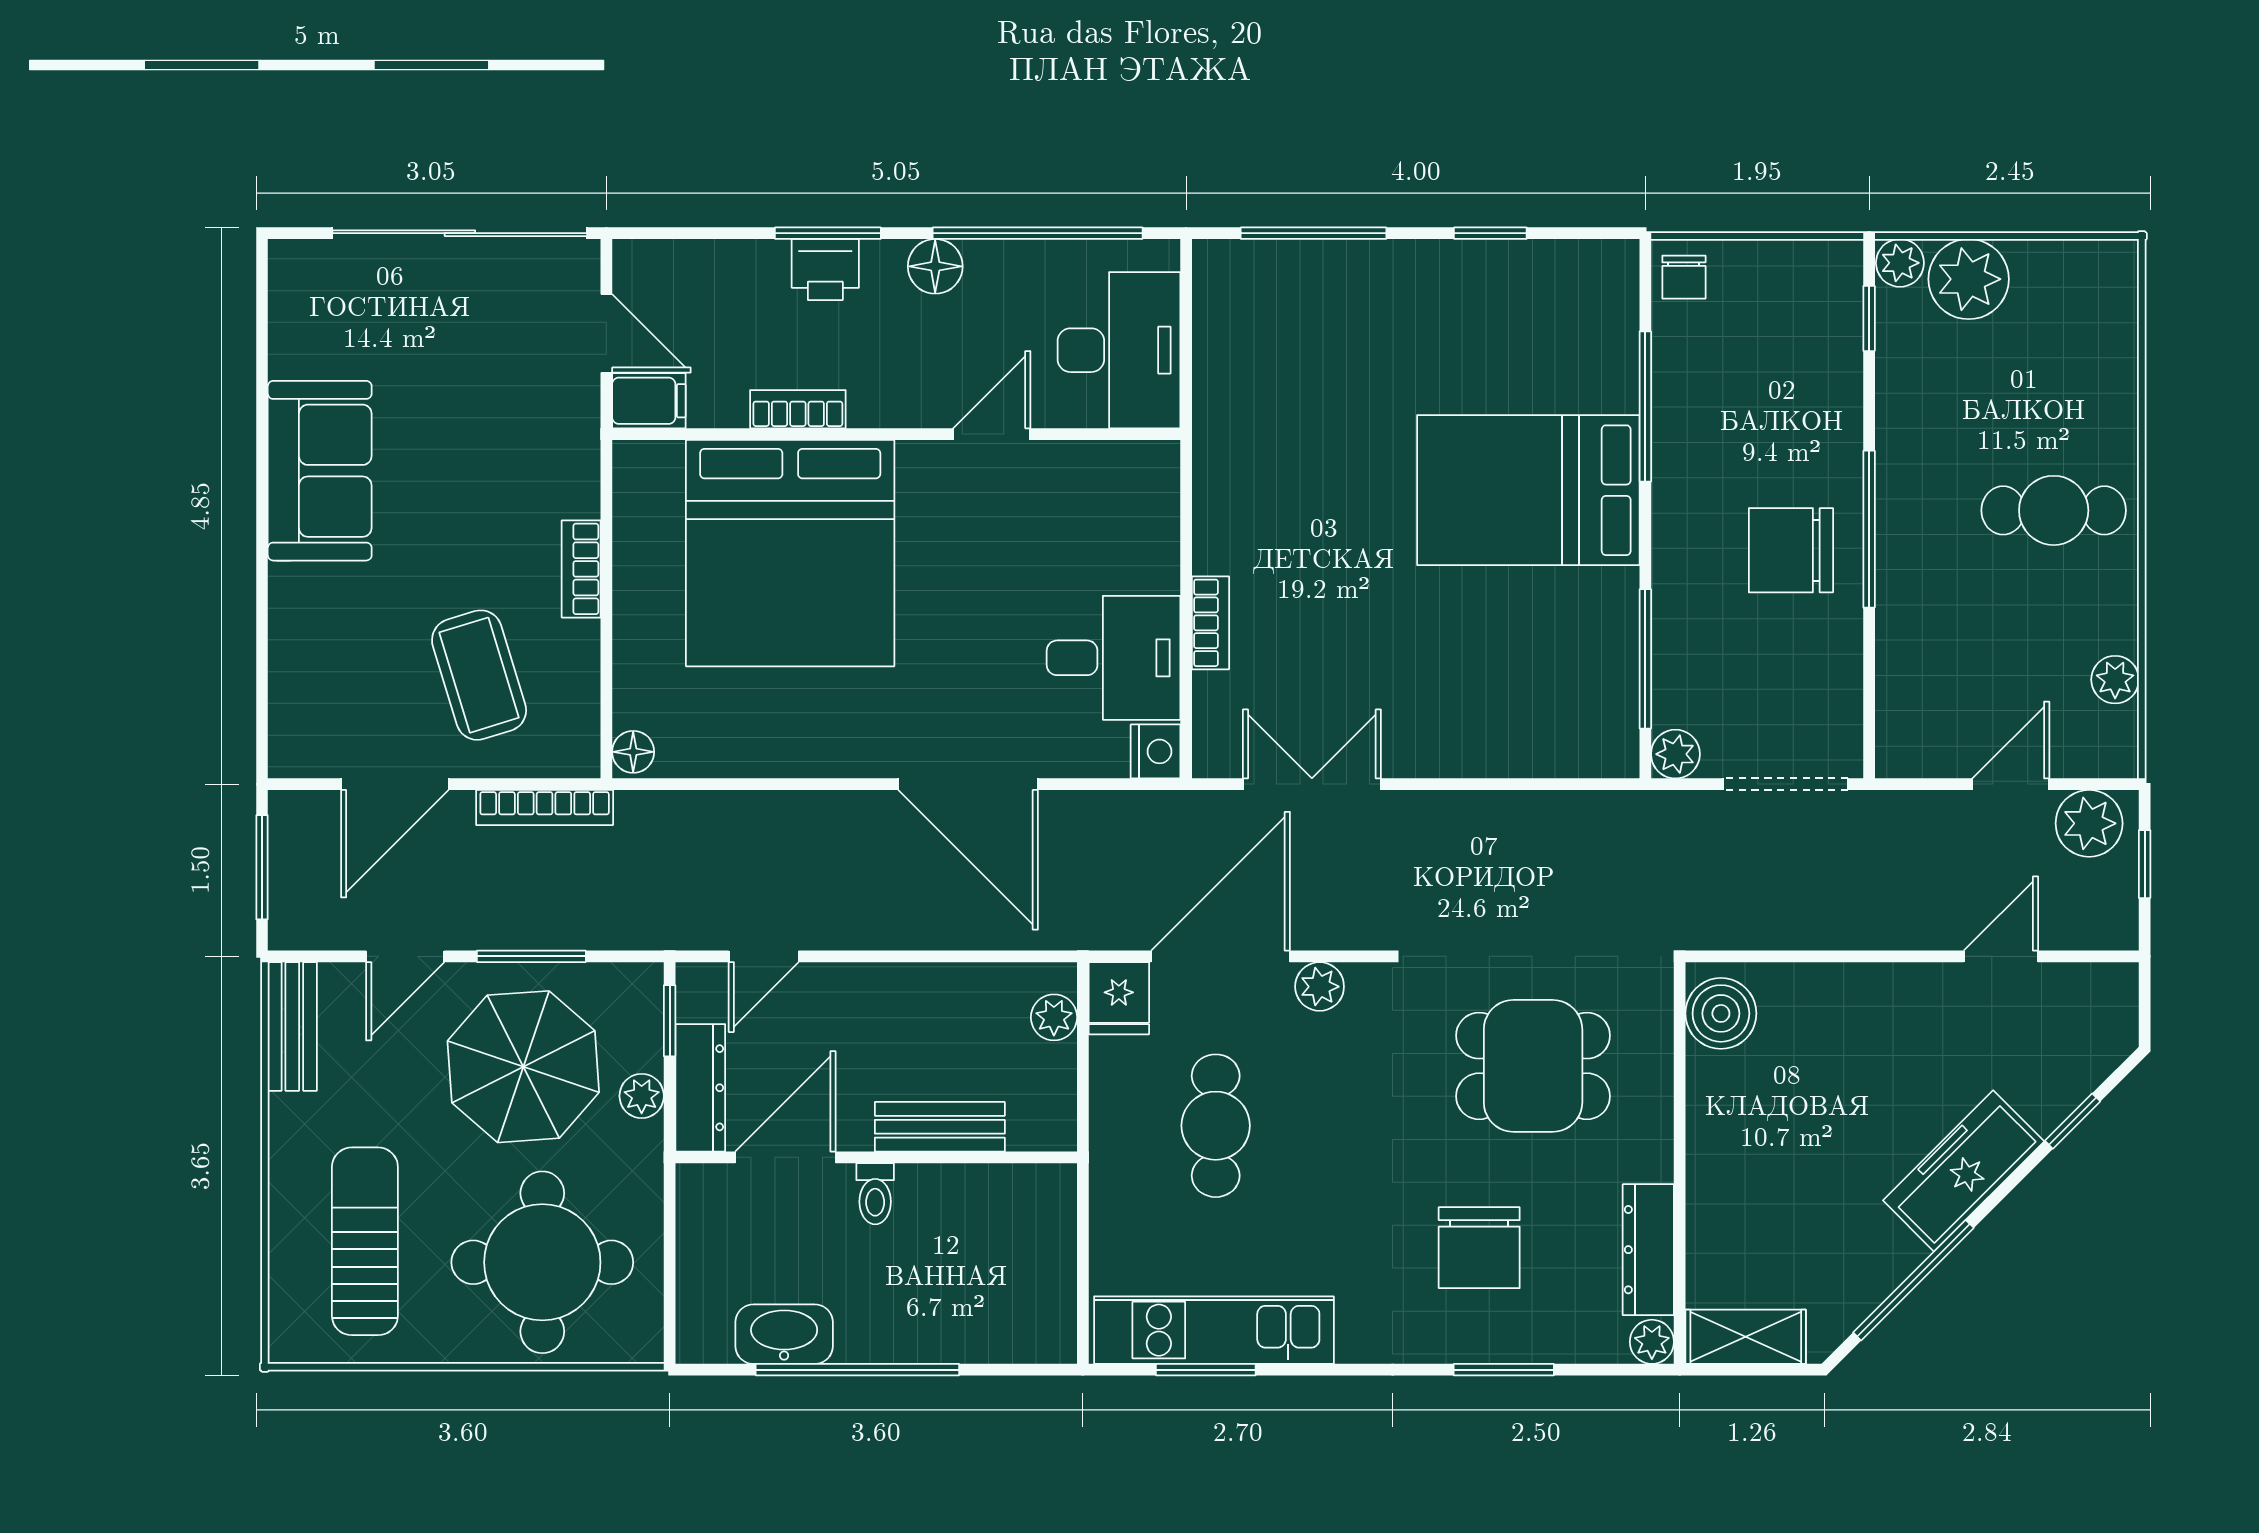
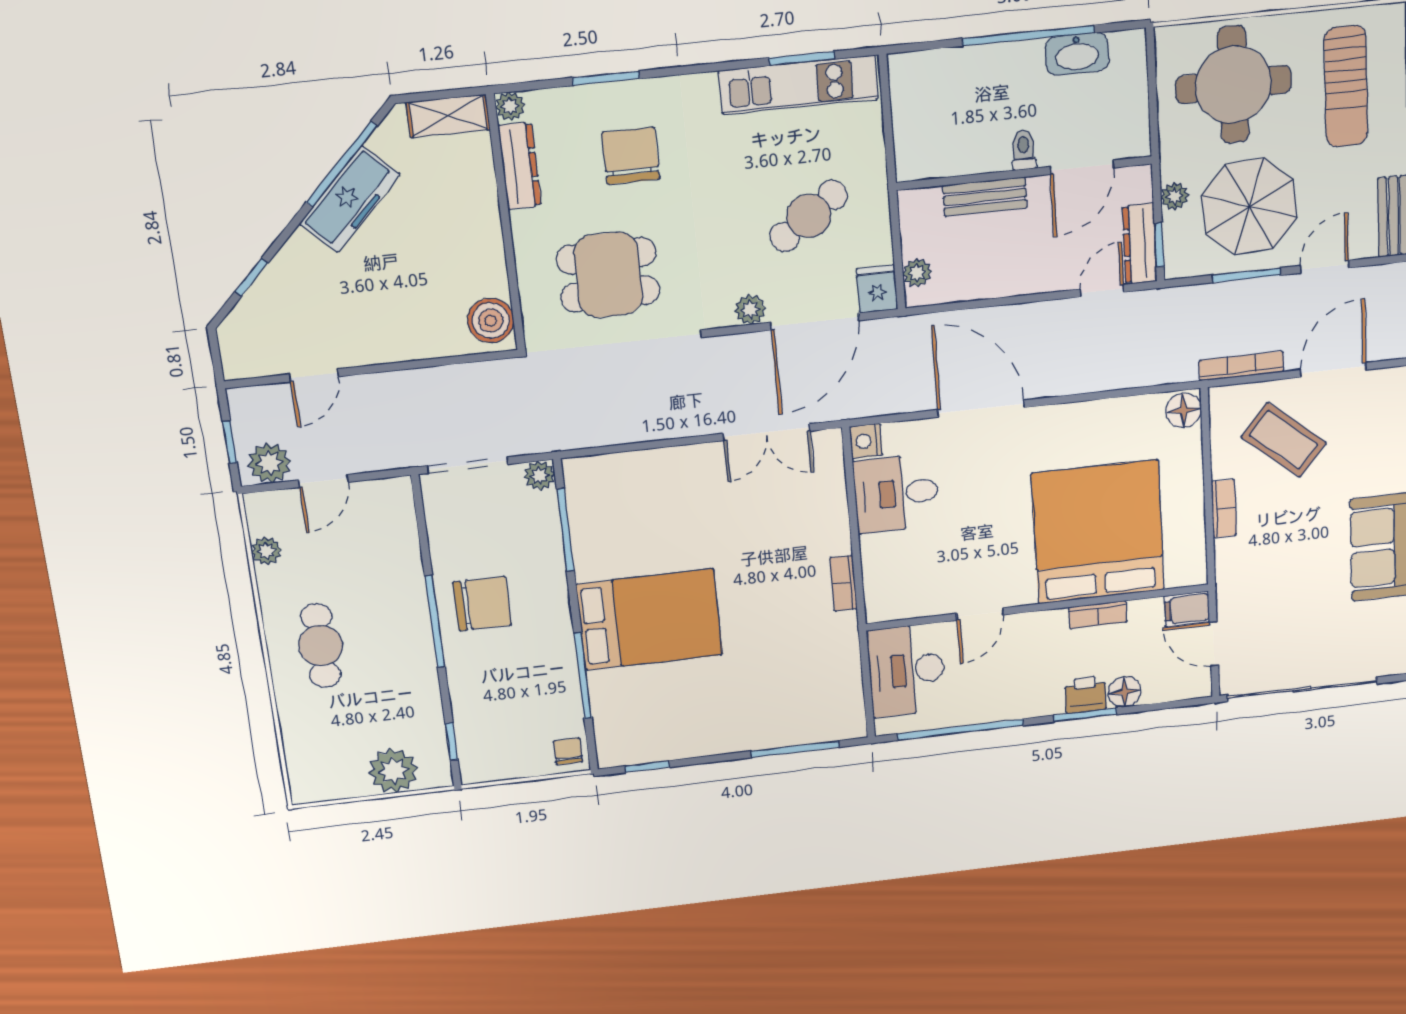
window: (1490, 233) -> (647, 767), moved
plant: (1900, 263) -> (437, 775), removed
floor lamp: (935, 266) -> (1125, 692), moved
cafe table: (2054, 510) -> (321, 645), turned 90
bookcase: (1210, 623) -> (844, 583), moved
coffee table: (479, 675) -> (1284, 440), turned -33
floor lamp: (633, 752) -> (1184, 410), width x1.37, depth x1.37
dresser: (700, 1088) -> (1140, 244), moved
cafe table: (1216, 1126) -> (809, 216), turned 54
freezer: (1964, 1171) -> (350, 199), moved

